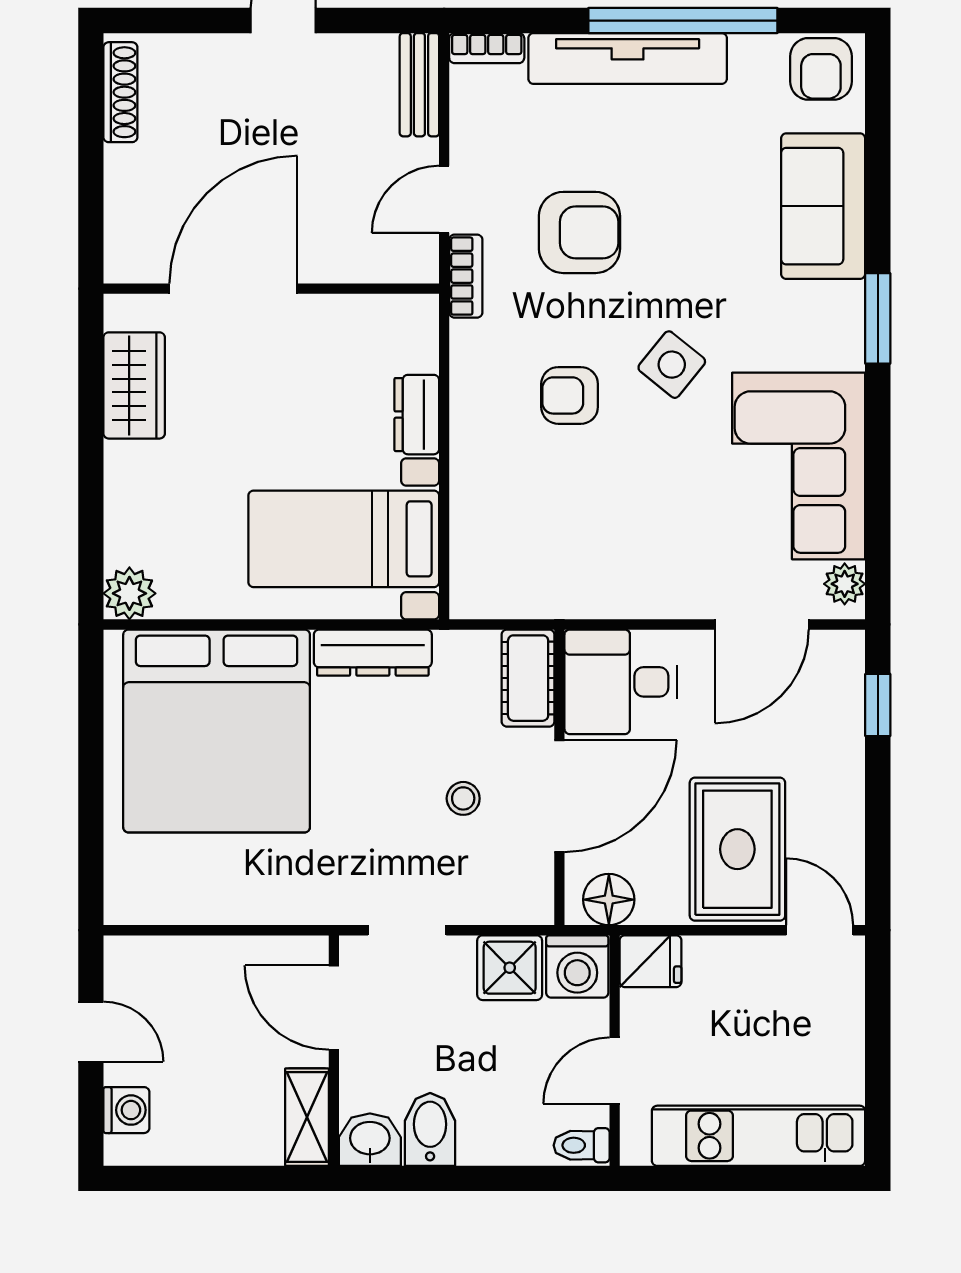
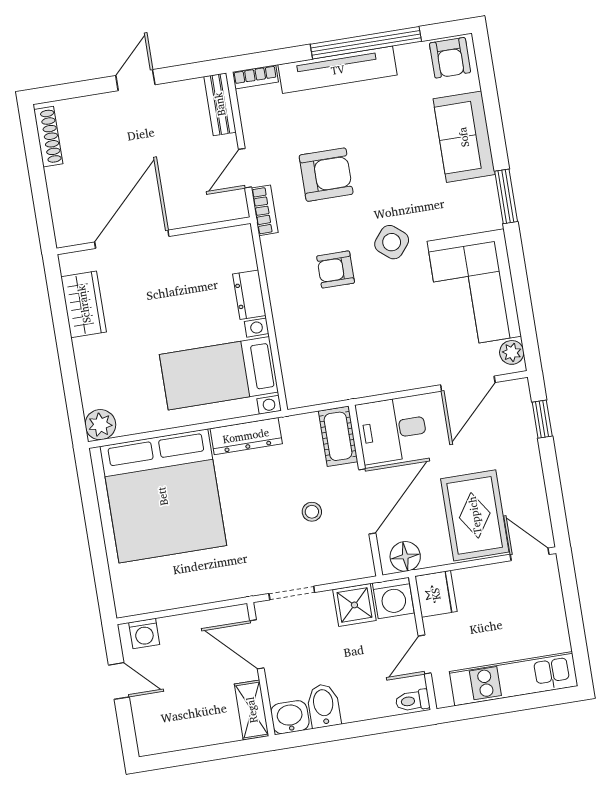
fridge: (651, 961) -> (436, 594), width x1.38
washing machine: (126, 1110) -> (144, 633), moved, turned 90

